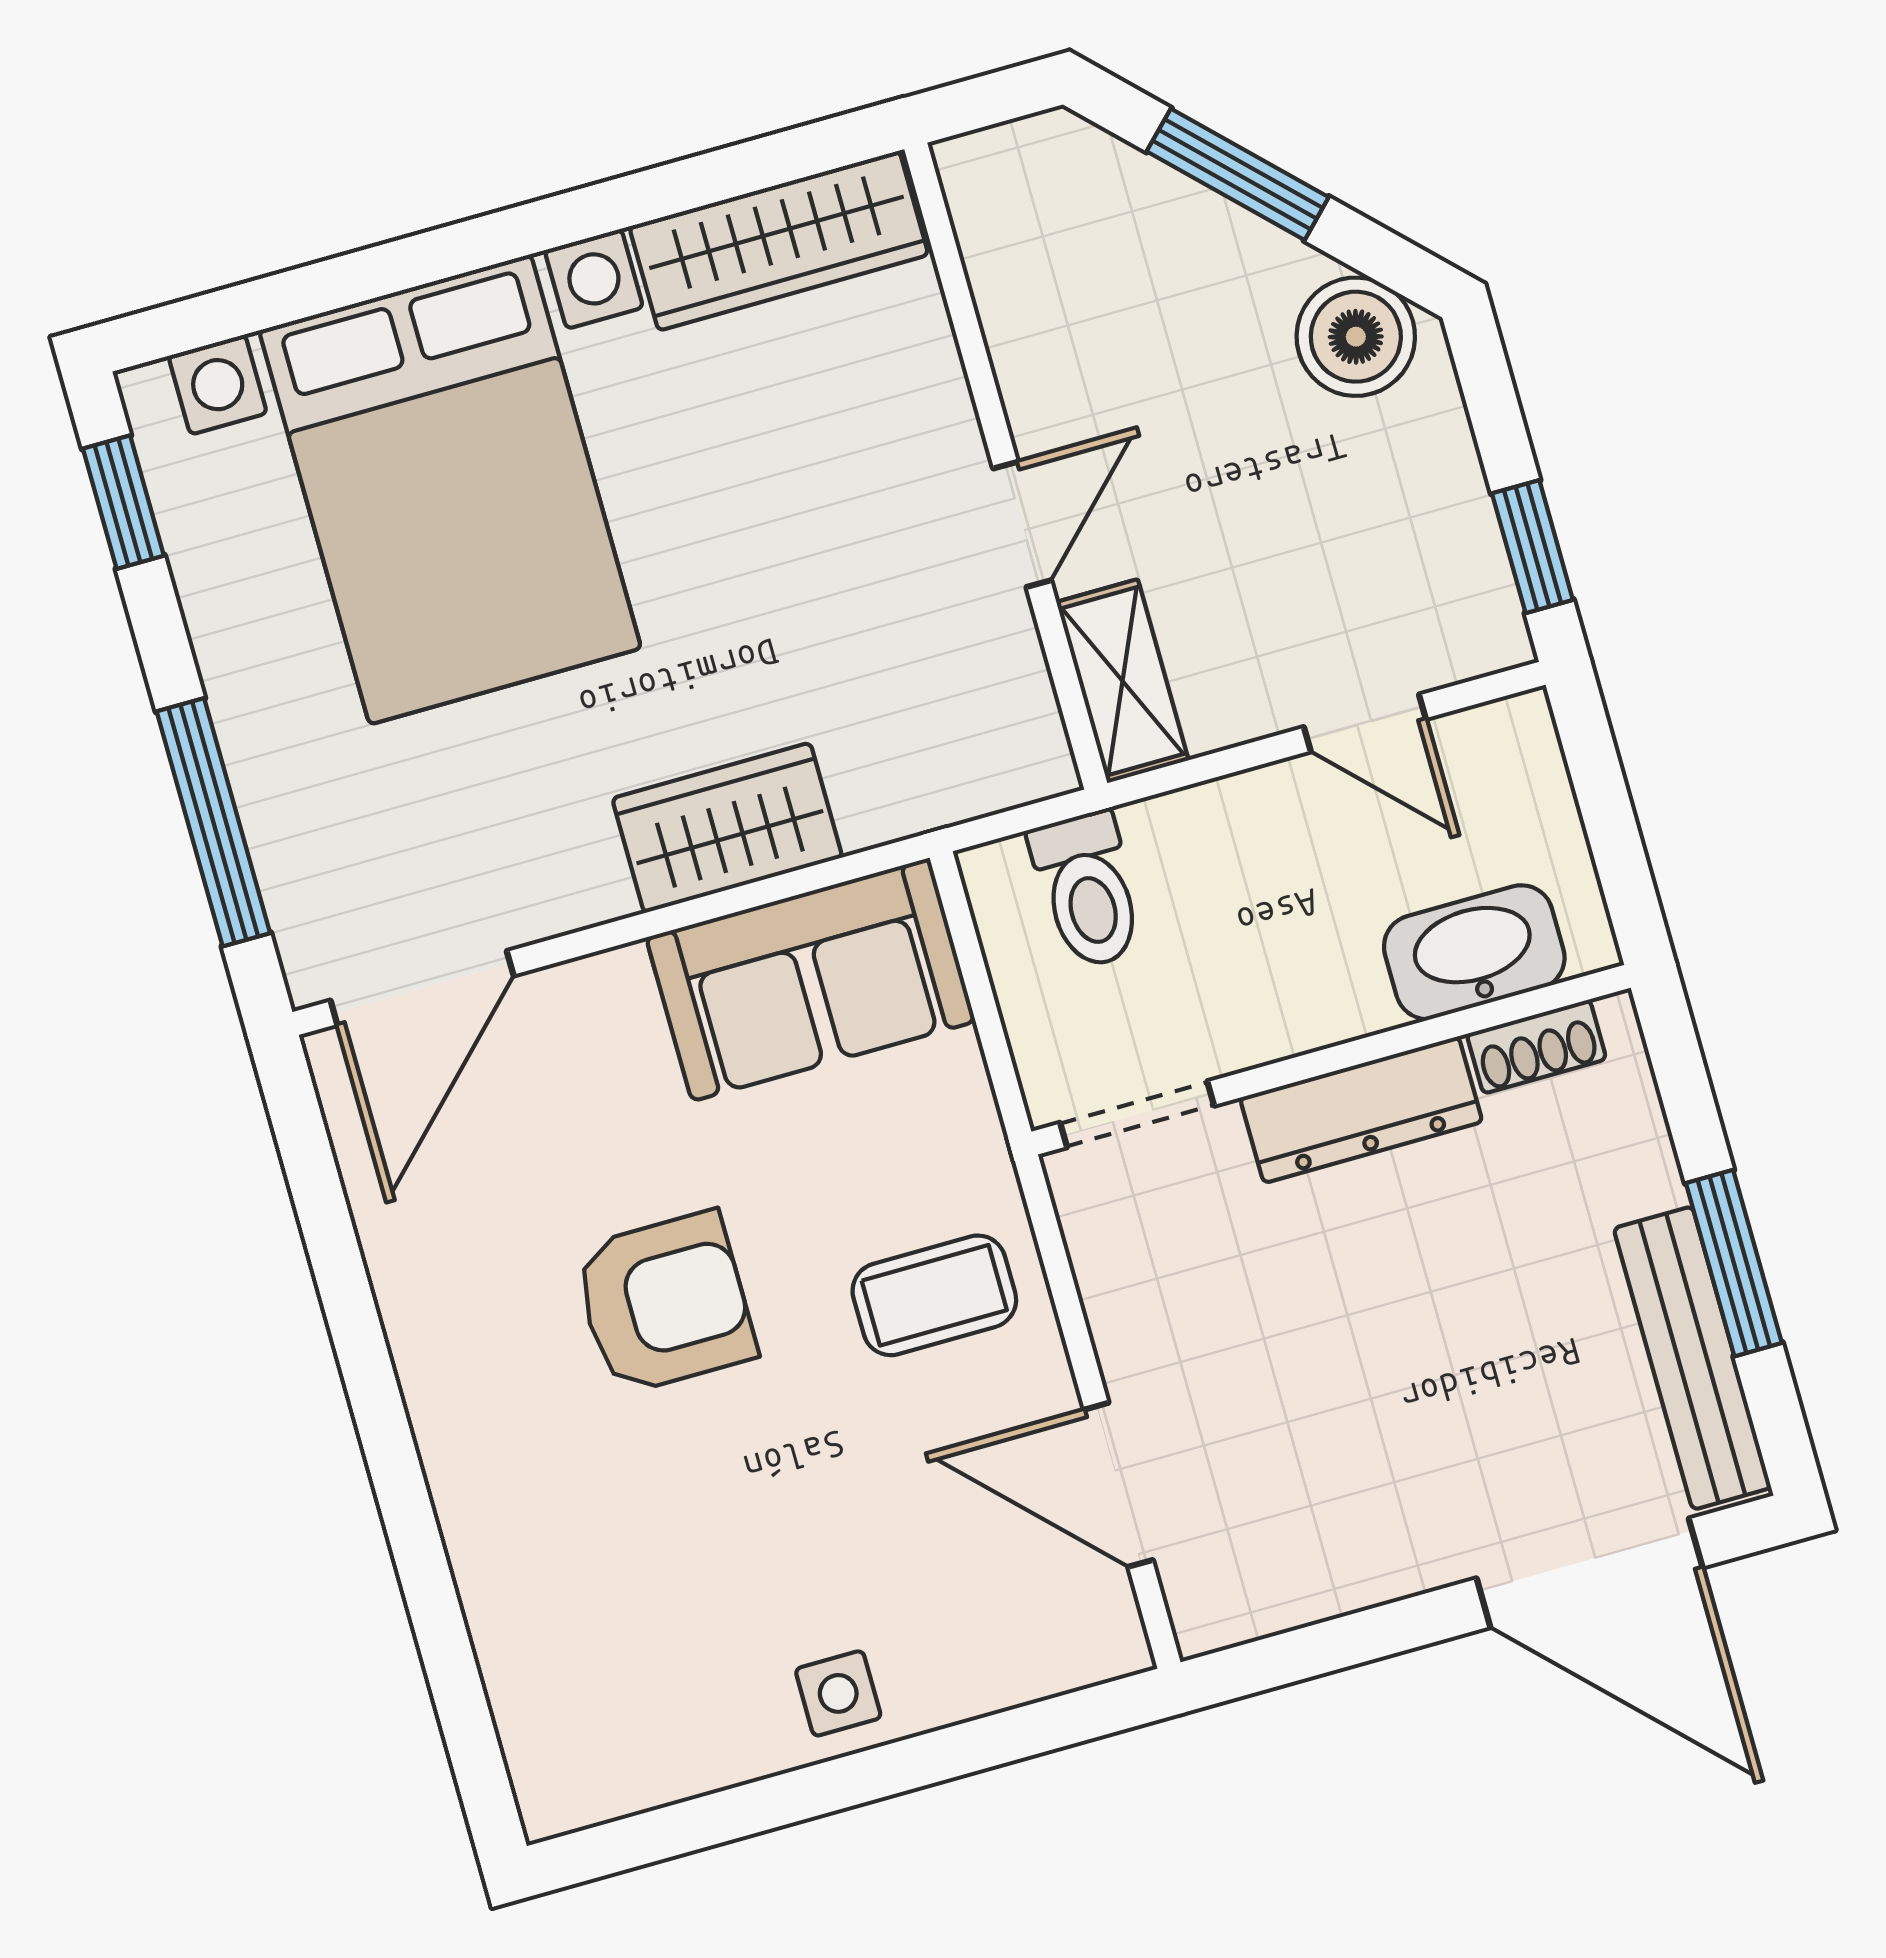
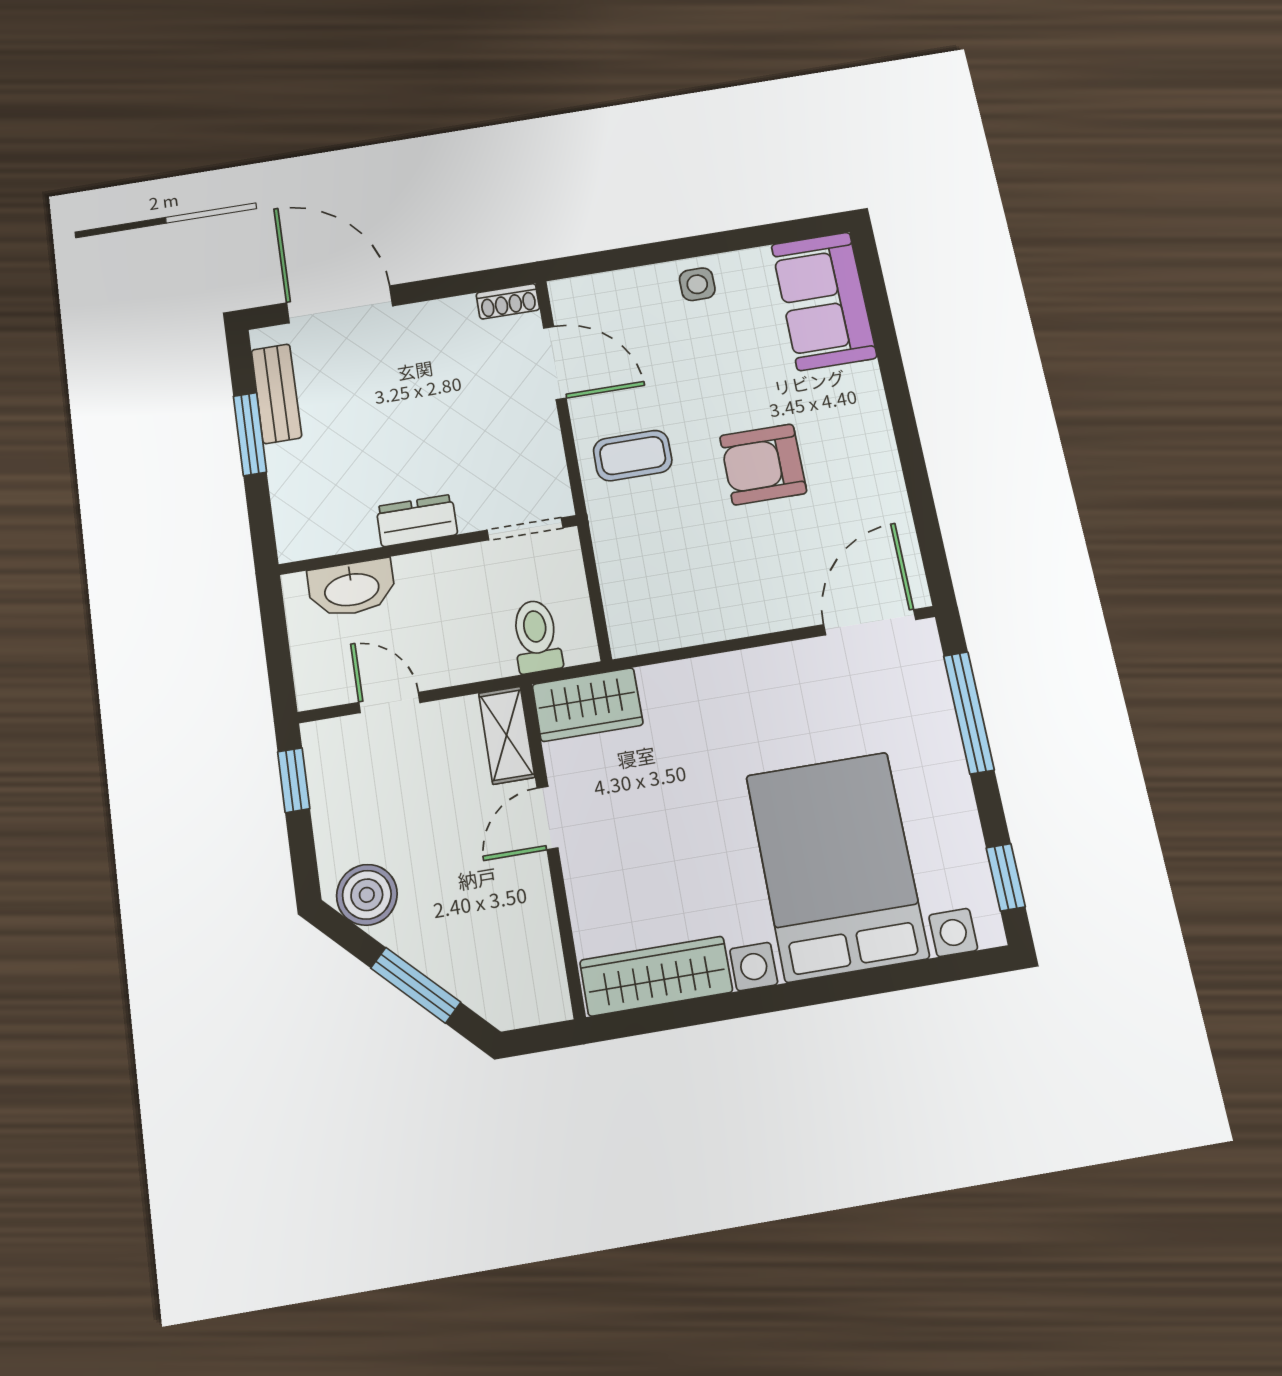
wardrobe: (727, 828) -> (588, 705), moved
sofa: (810, 980) -> (824, 301), moved, turned -90
shoe rack: (1536, 1047) -> (508, 301), moved, turned 180
dresser: (1361, 1110) -> (417, 521), width x0.70
bench: (1692, 1358) -> (276, 394), width x0.73

